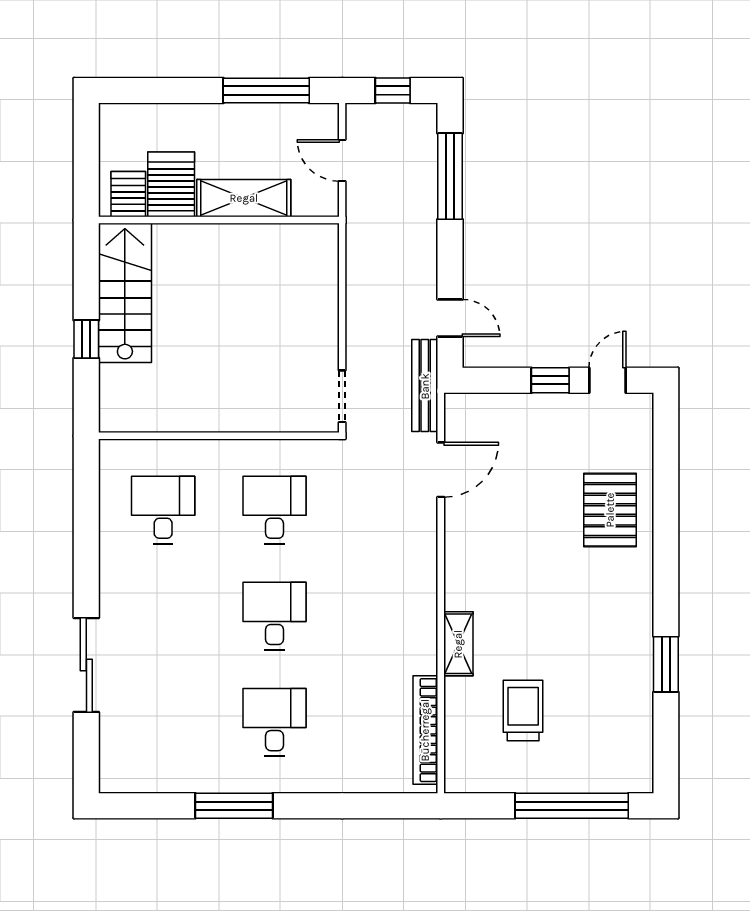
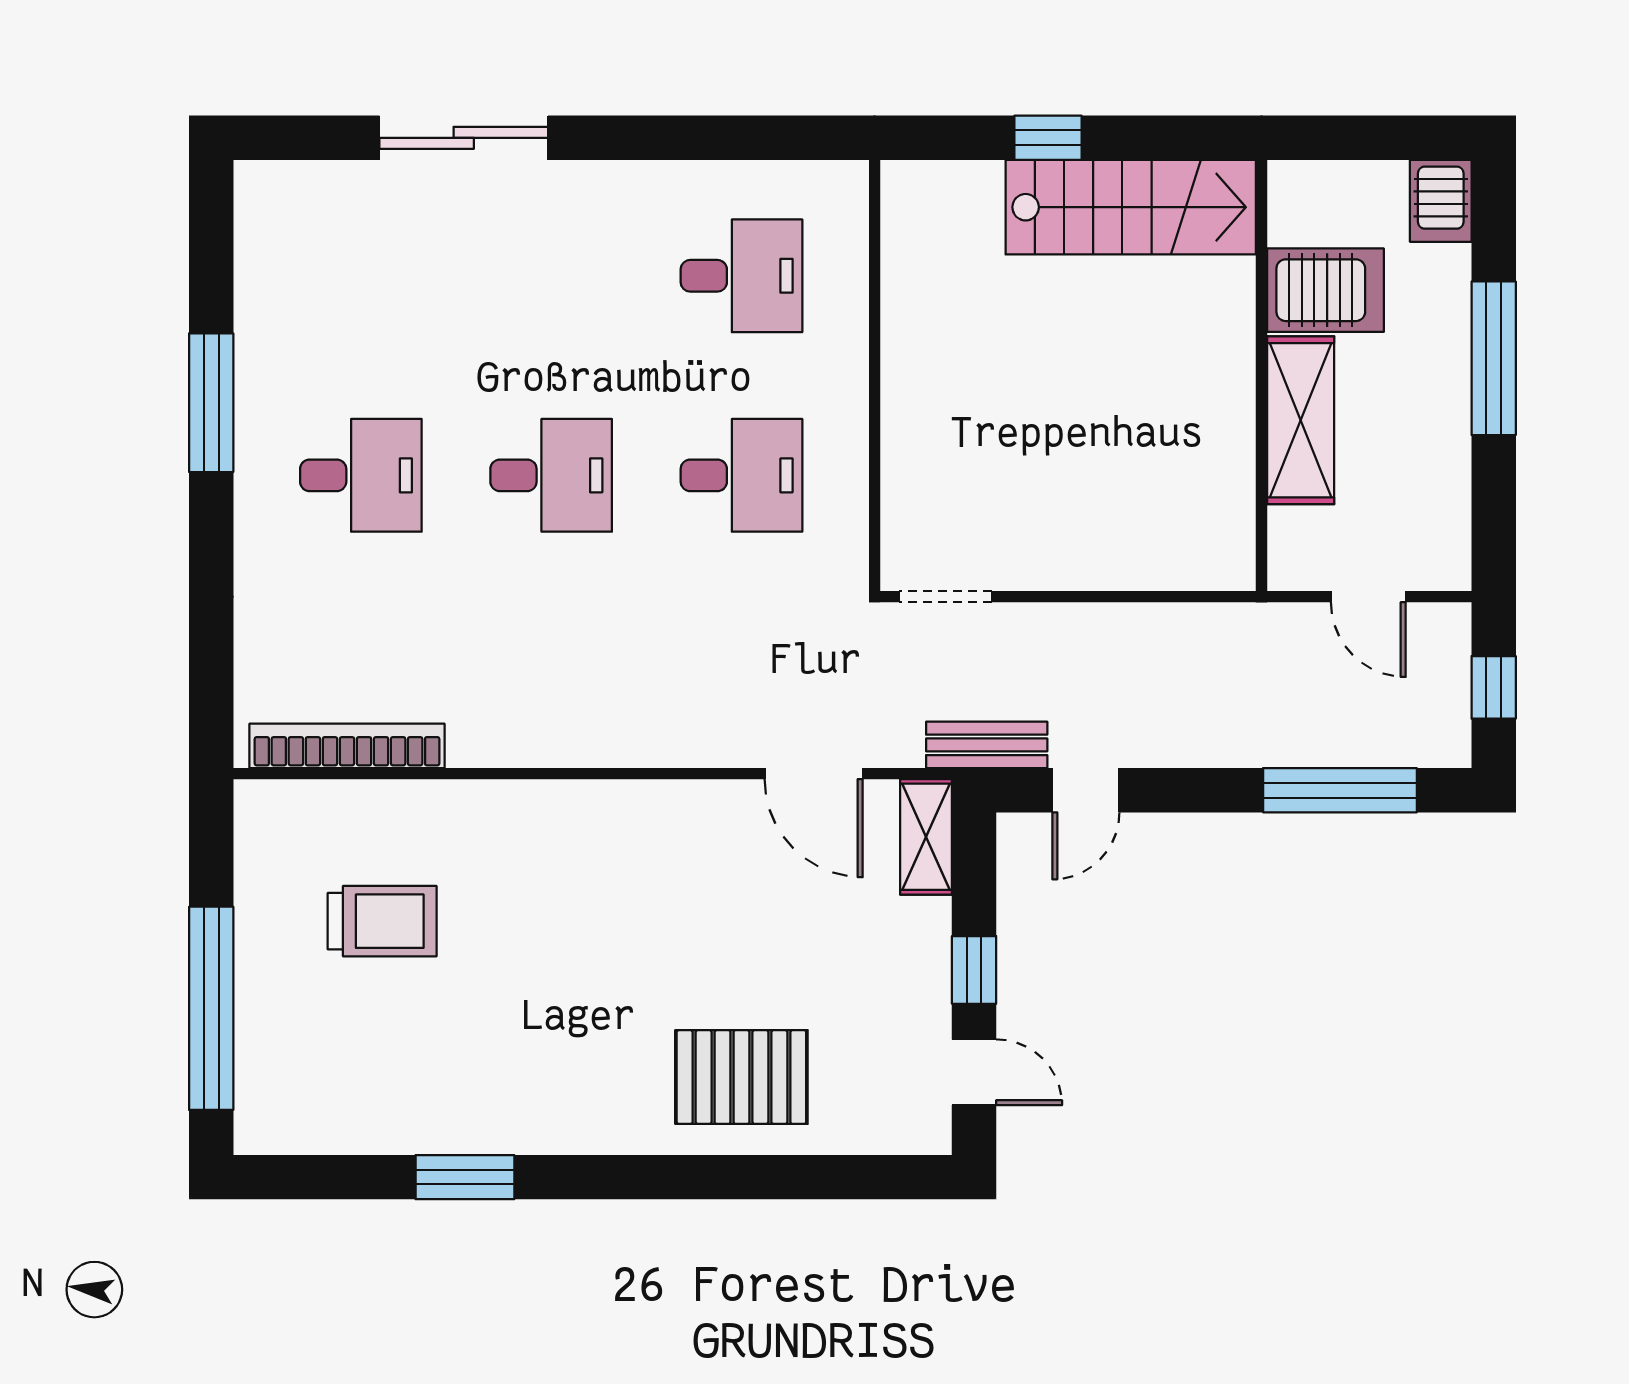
window: (266, 91) -> (1494, 358), moved
door: (342, 160) -> (1368, 597), swing flipped
server rack: (128, 194) -> (1441, 201), moved, turned 90
bench: (425, 386) -> (987, 745), width x0.73
shelving: (458, 644) -> (926, 837), moved, turned 90

